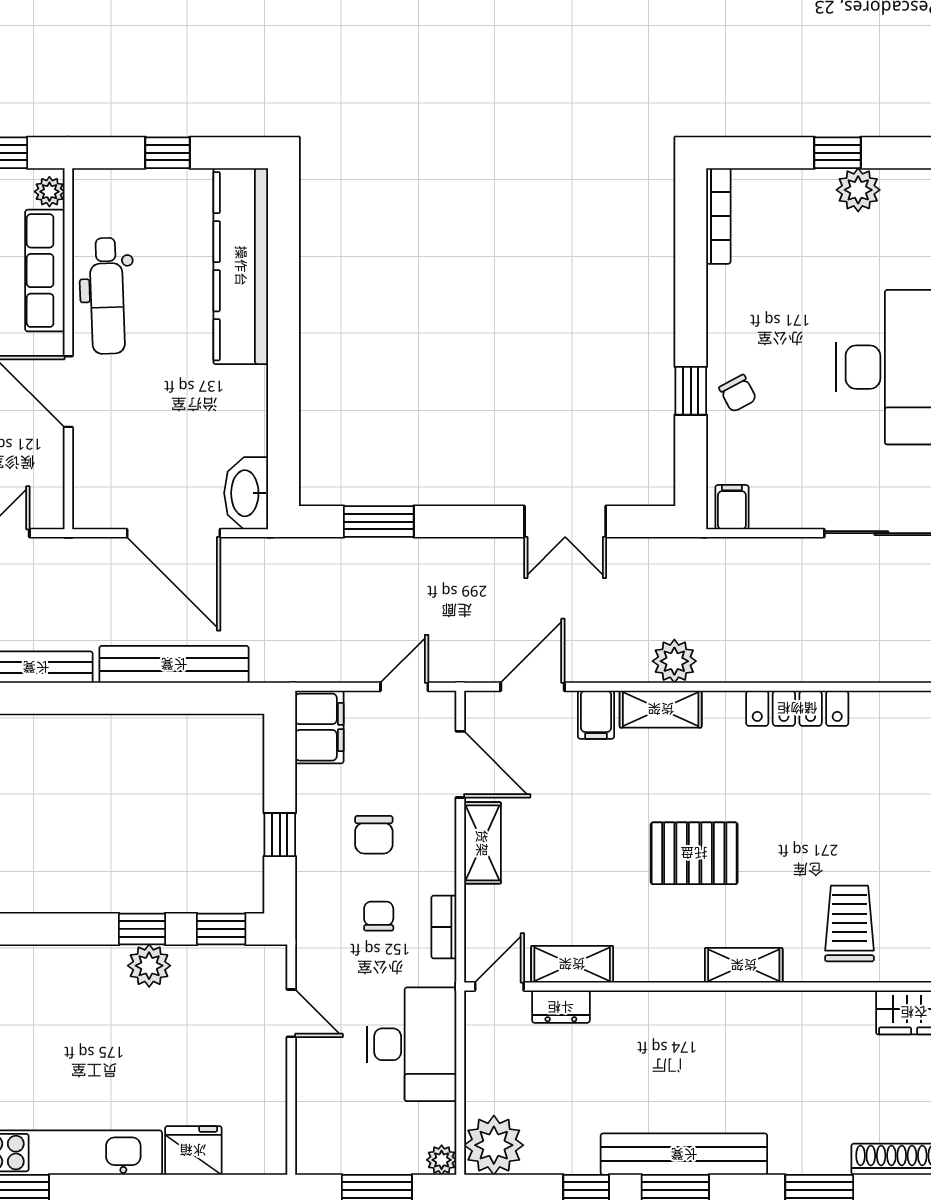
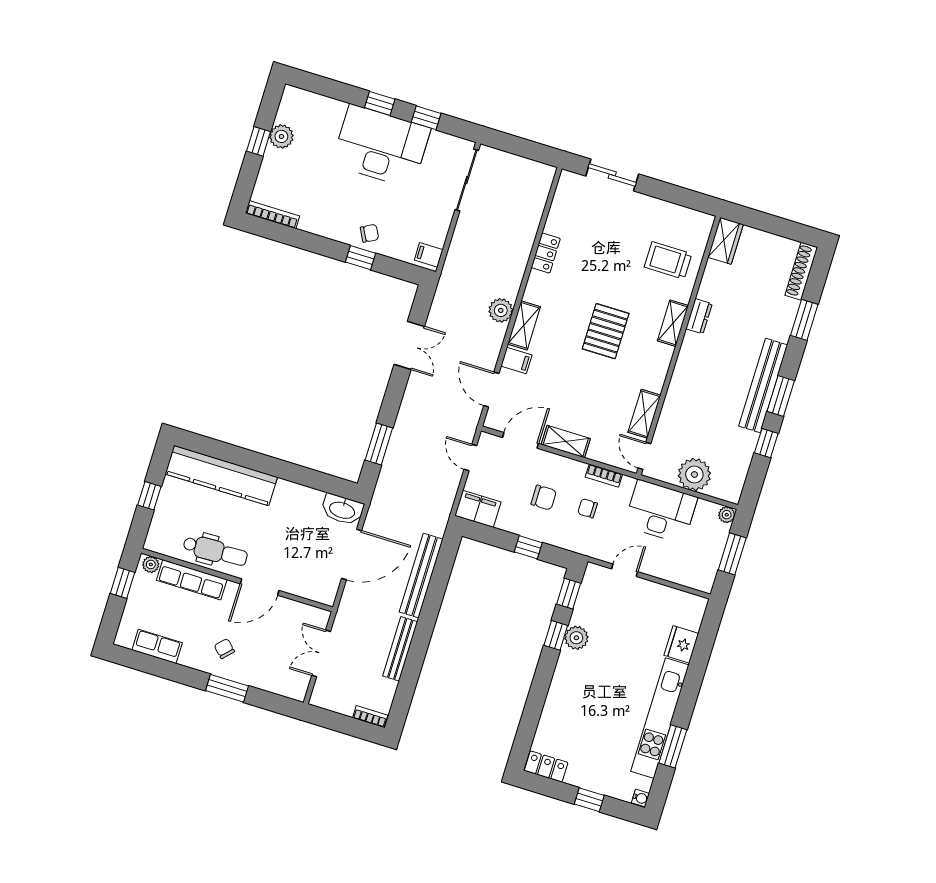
locker: (797, 708) -> (546, 253), width x0.66
dresser: (561, 1007) -> (699, 316), moved
plant: (494, 1145) -> (694, 474), moved

